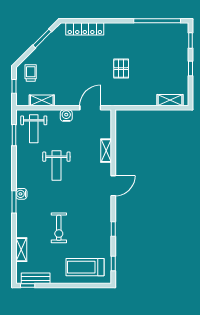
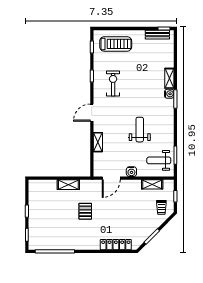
shelving: (170, 100) -> (68, 185), moved
weight bench: (34, 129) -> (159, 160), turned -90
water cooler: (21, 194) -> (169, 94), moved
exercise bike: (59, 228) -> (113, 84), moved
shelving: (21, 250) -> (169, 78), moved

